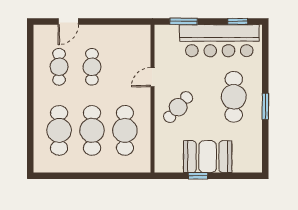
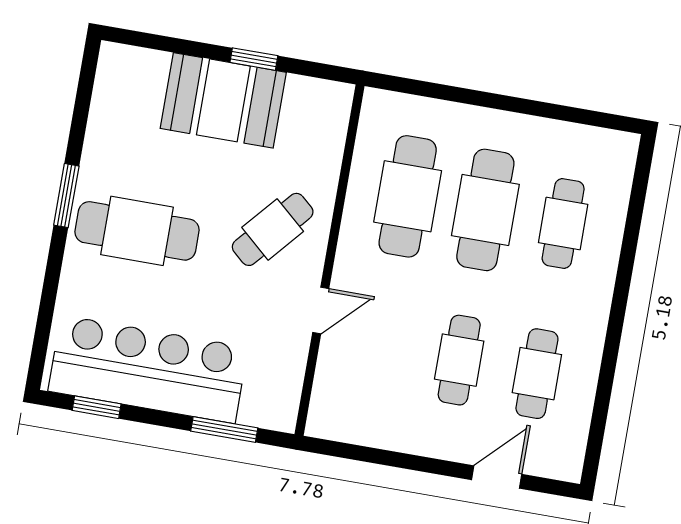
cafe table: (234, 97) -> (137, 231), turned 90
cafe table: (59, 130) -> (563, 224), width x0.73, depth x0.74

